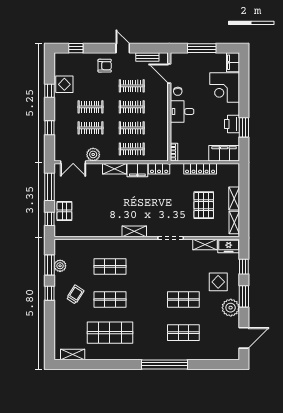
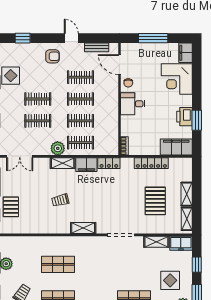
plant: (93, 154) -> (58, 148), moved
trolley: (112, 205) -> (60, 200), added

